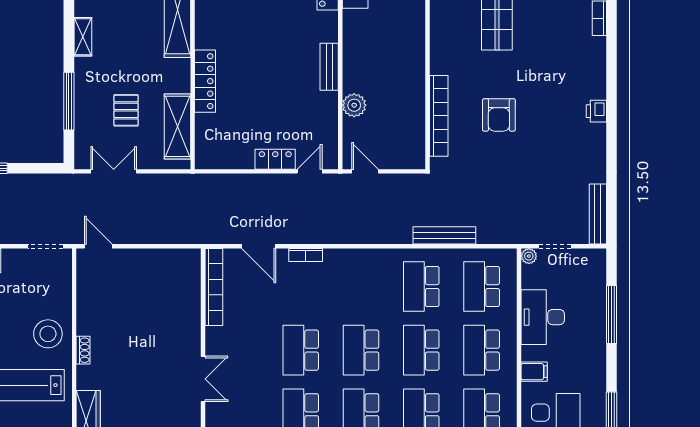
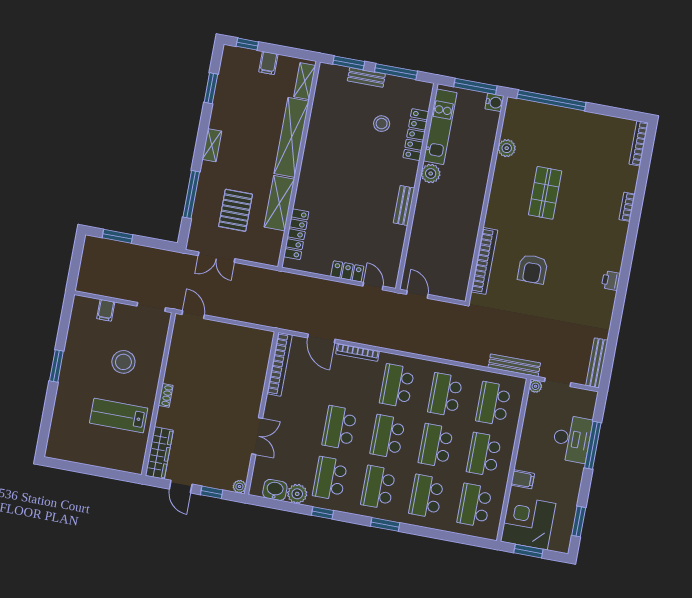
locker: (205, 81) -> (296, 234), moved
plant: (354, 105) -> (431, 174), moved
pallet: (126, 110) -> (236, 210), width x1.50, depth x1.42
shelving: (177, 126) -> (279, 203), moved
double door: (114, 171) -> (217, 257), swing flipped
door: (310, 171) -> (373, 286), hinge flipped
bench: (444, 235) -> (514, 365), moved
bookcase: (306, 255) -> (358, 352), width x1.56
school desk: (361, 287) -> (397, 386), added
desk: (543, 317) -> (572, 439), moved, turned 180
stool: (48, 334) -> (123, 362), moved

